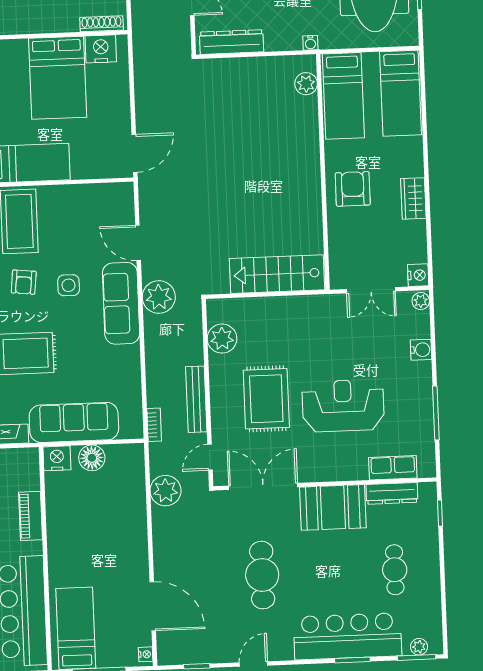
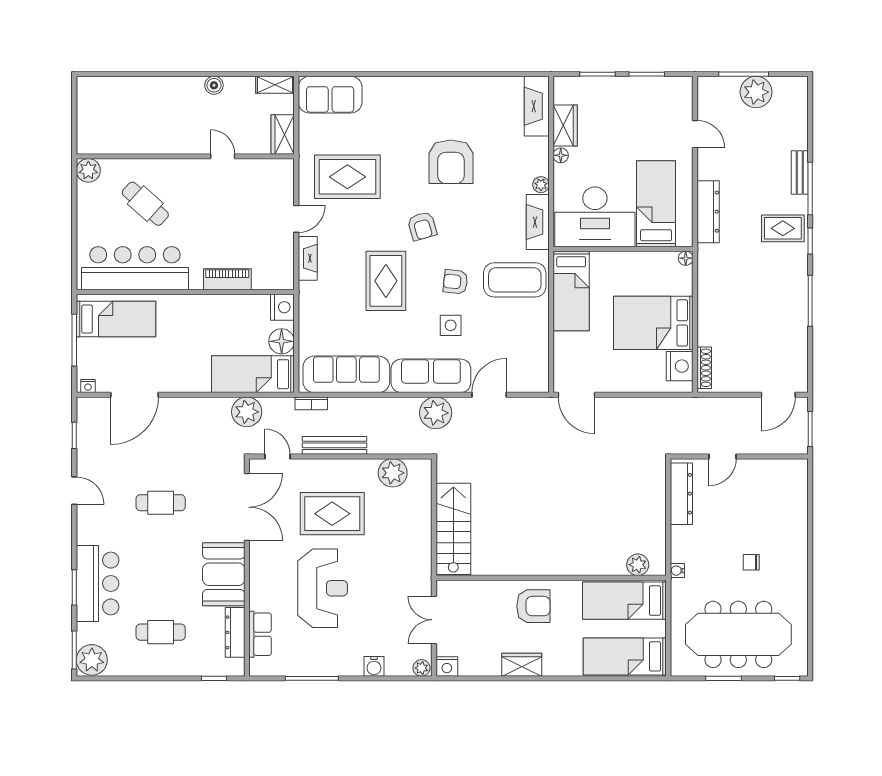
sofa: (74, 422) -> (346, 374), moved, turned -90
bed: (127, 486) -> (253, 374), added
cafe table: (262, 575) -> (161, 503), width x0.73, depth x0.74
bar counter: (348, 636) -> (98, 584), width x0.73
plant: (419, 647) -> (92, 660), width x1.88, depth x1.88

